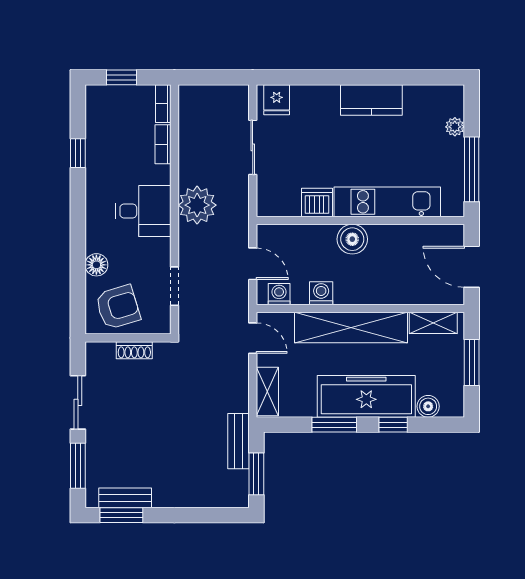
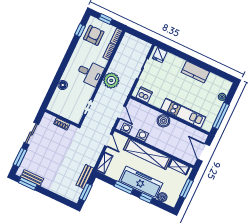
window: (78, 153) -> (80, 30), moved
dishwasher: (317, 202) -> (144, 95), moved
armchair: (118, 307) -> (94, 35), moved, turned -73

